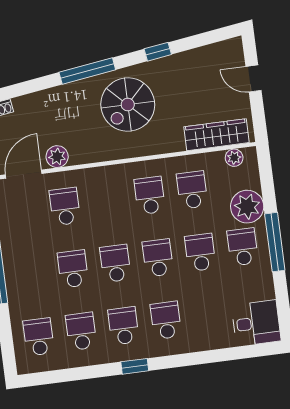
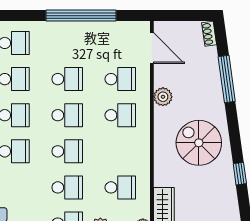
window: (87, 71) -> (227, 79), moved
plant: (57, 157) -> (163, 97), moved
school desk: (150, 195) -> (120, 115), moved

